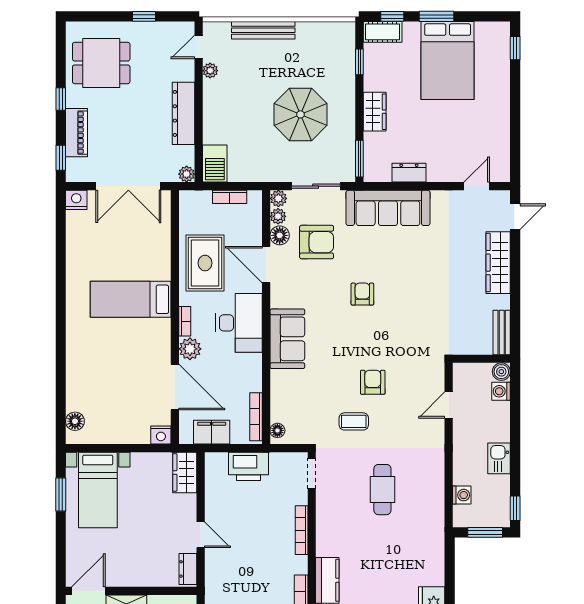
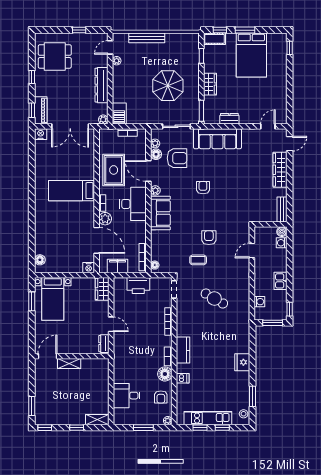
piano: (77, 133) -> (41, 110), moved
plant: (278, 198) -> (155, 190), moved
cafe table: (382, 490) -> (214, 299), turned -60

